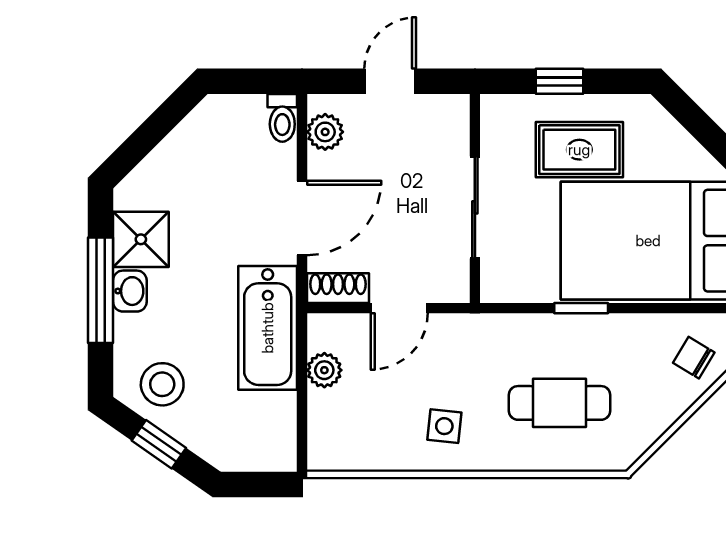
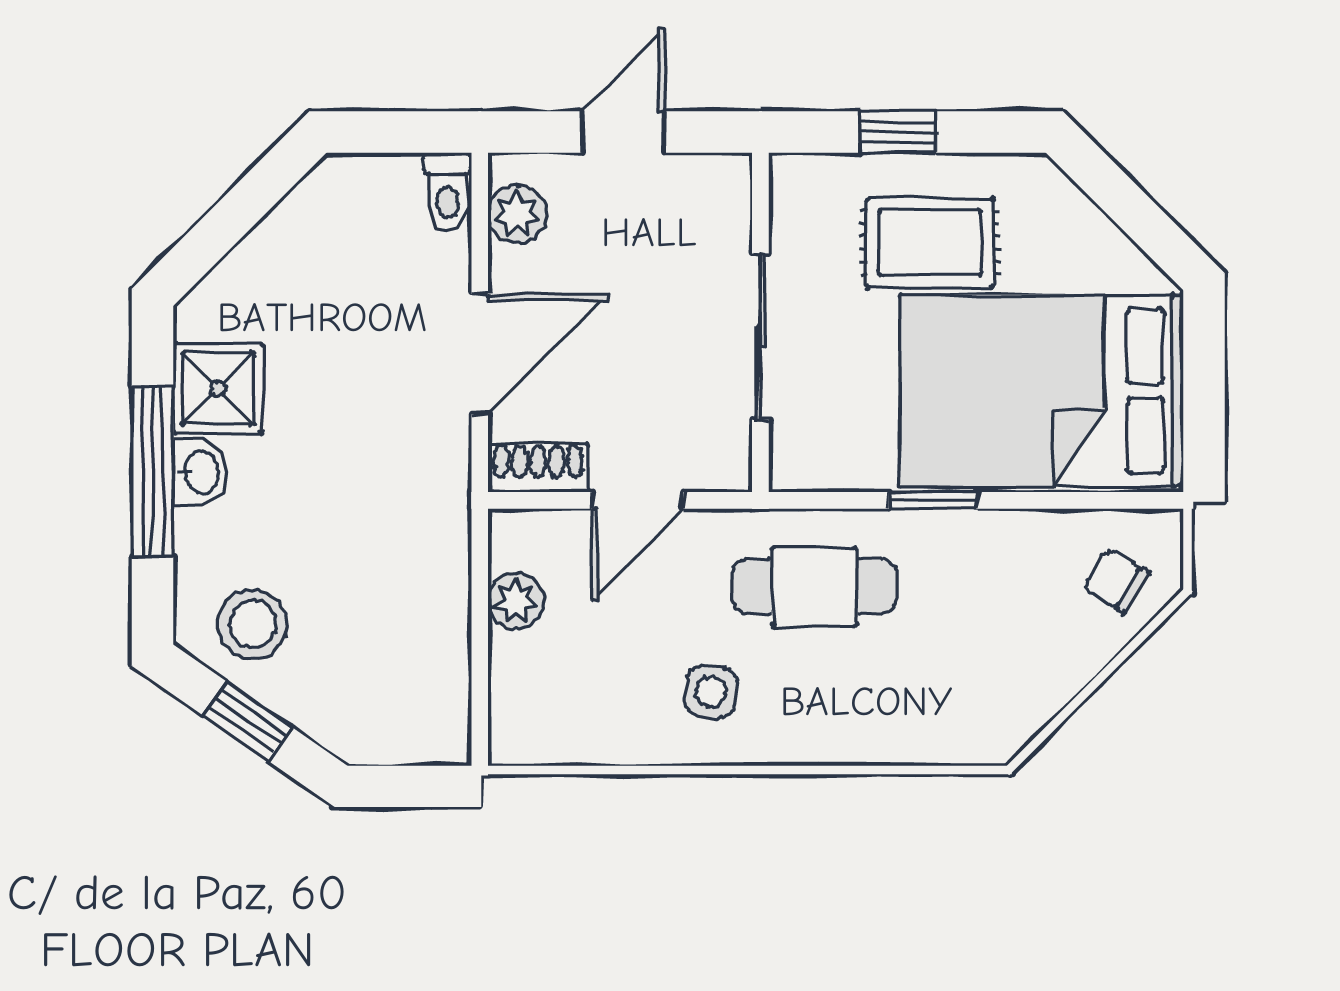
bathtub: (268, 328) -> (424, 532), removed
cafe table: (559, 403) -> (815, 587), moved

